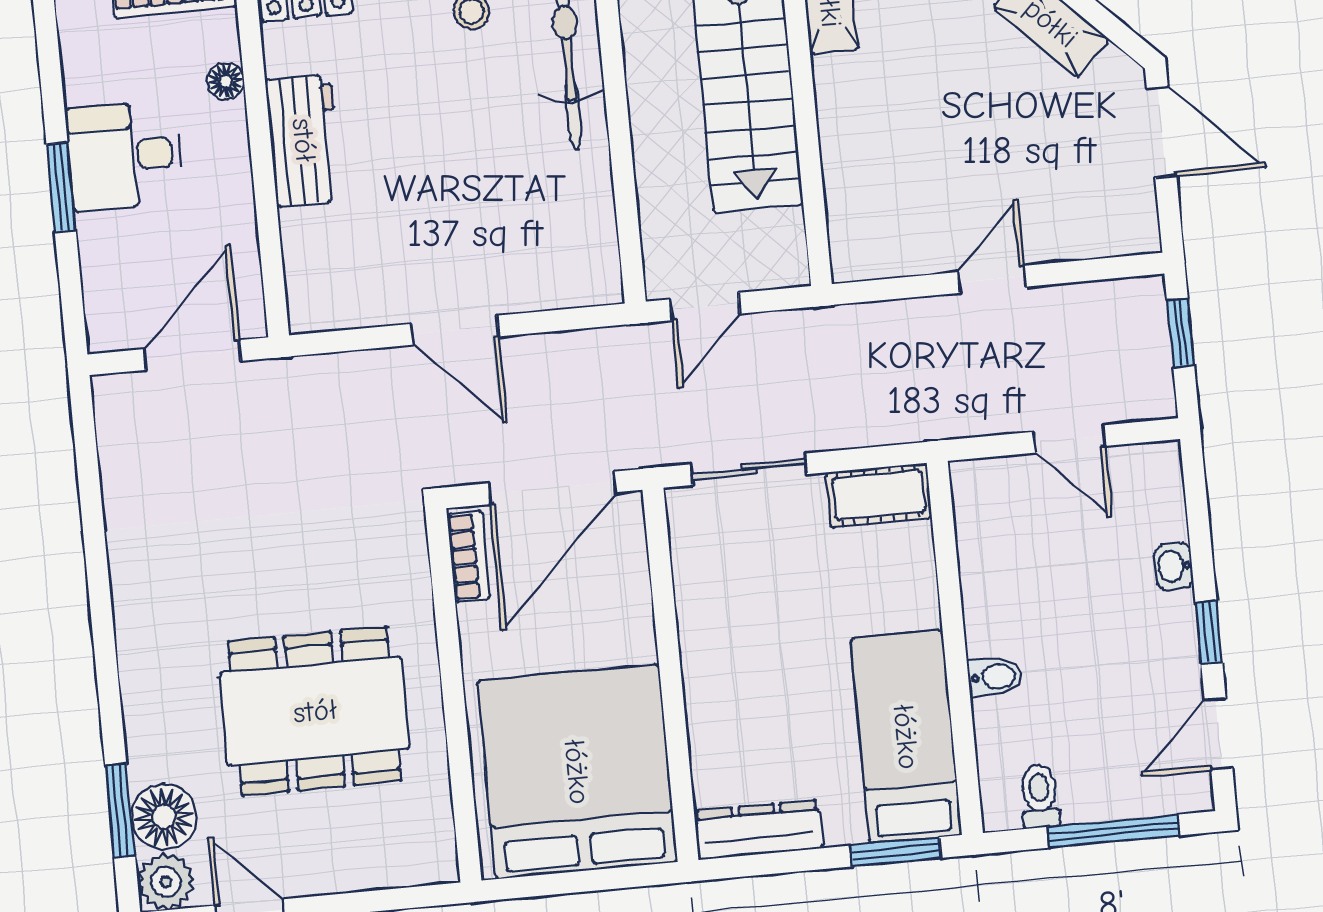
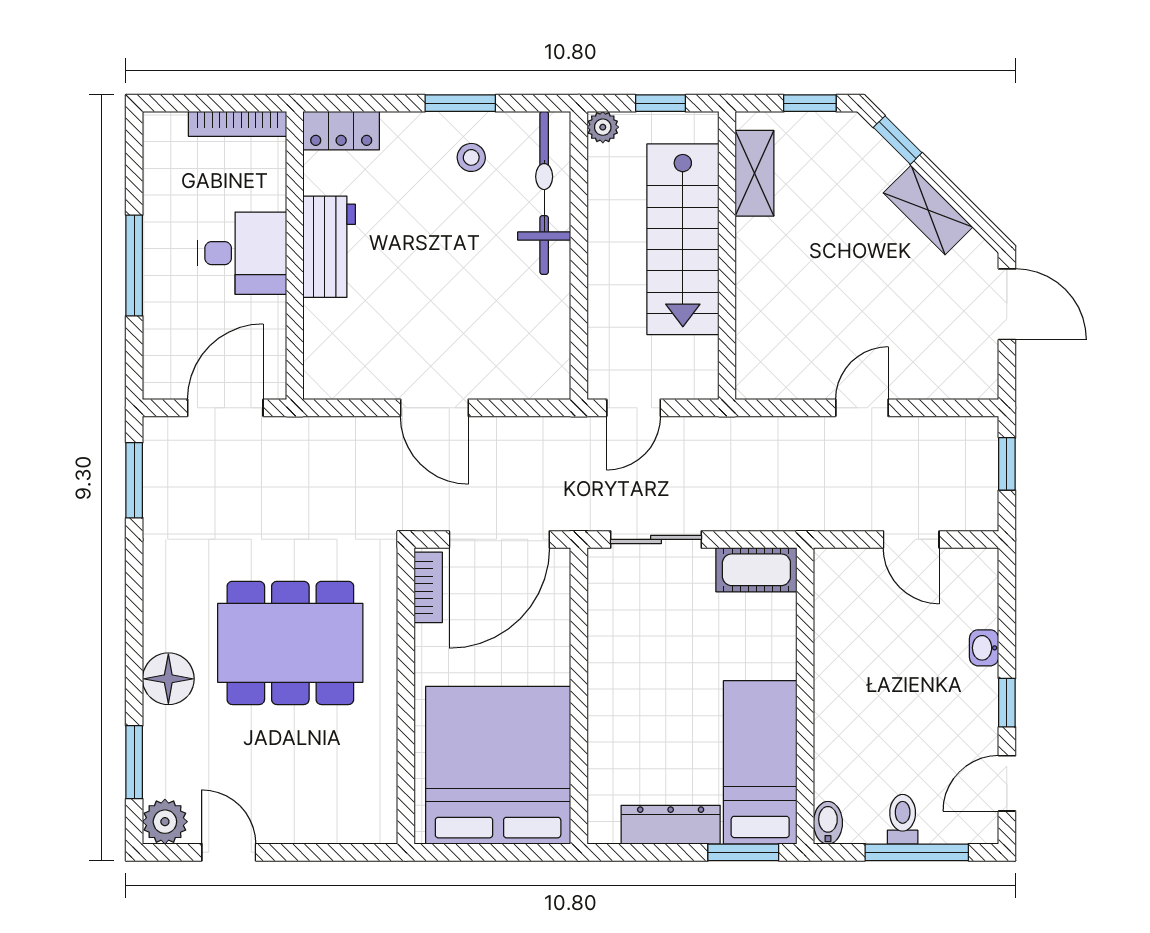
floor lamp: (226, 81) -> (272, 194), removed
desk: (125, 156) -> (242, 253), moved, turned 180
window: (61, 187) -> (134, 265), width x1.44
window: (87, 457) -> (134, 480), added
bidet: (995, 677) -> (828, 823), moved, turned -90
dining table: (315, 711) -> (290, 643), moved
toilet: (1040, 796) -> (903, 819), moved
floor lamp: (164, 817) -> (168, 679), moved
dresser: (758, 830) -> (671, 825), moved

